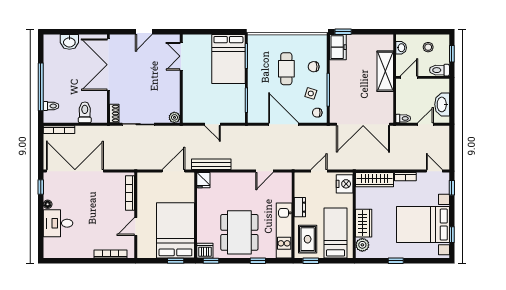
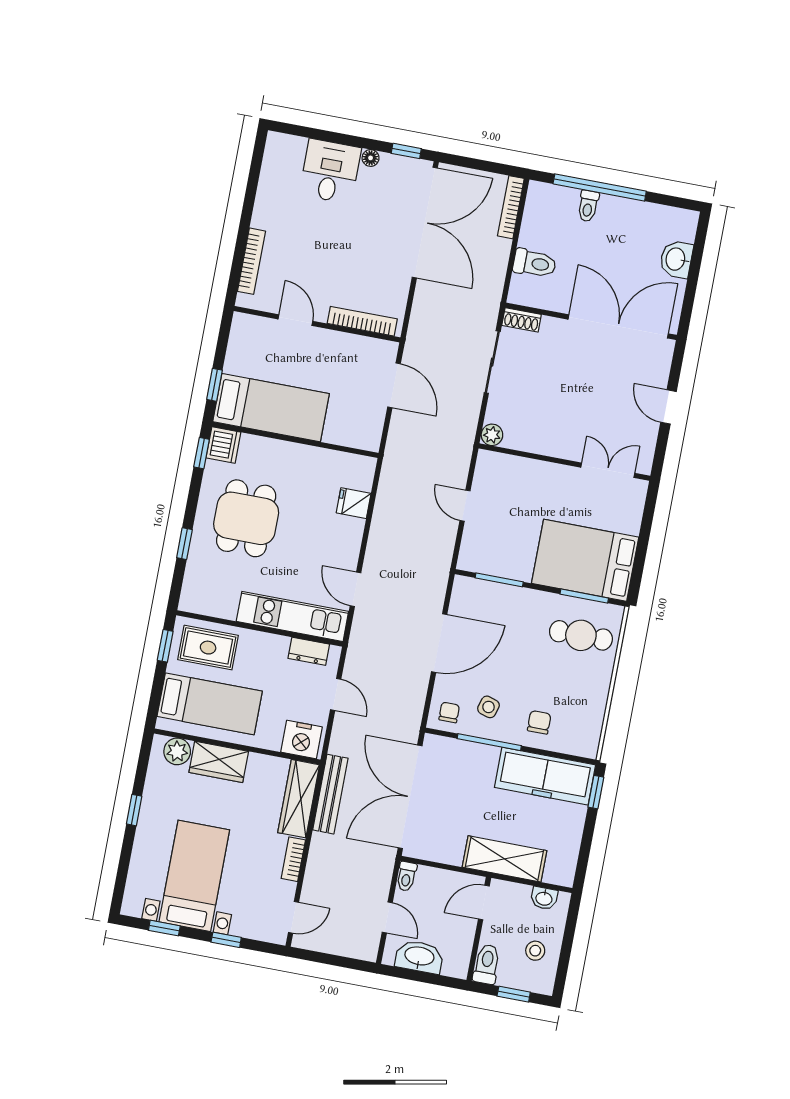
freezer: (338, 47) -> (545, 776), width x1.91, depth x1.26
cafe table: (286, 69) -> (581, 635), moved
door: (409, 77) -> (484, 902), swing flipped
toilet: (51, 106) -> (588, 206), moved
door: (212, 124) -> (465, 506), hinge flipped
bench: (211, 164) -> (330, 794), moved
door: (173, 171) -> (394, 385), moved
fridge: (203, 180) -> (354, 503), moved
window: (452, 188) -> (226, 940), moved
dresser: (300, 207) -> (309, 651), moved
bed with nightstands: (423, 225) -> (194, 876), width x0.73
bed: (175, 230) -> (271, 408), width x0.67
kitchen unit: (284, 231) -> (292, 616), moved
dining table: (239, 232) -> (246, 518), width x0.73

